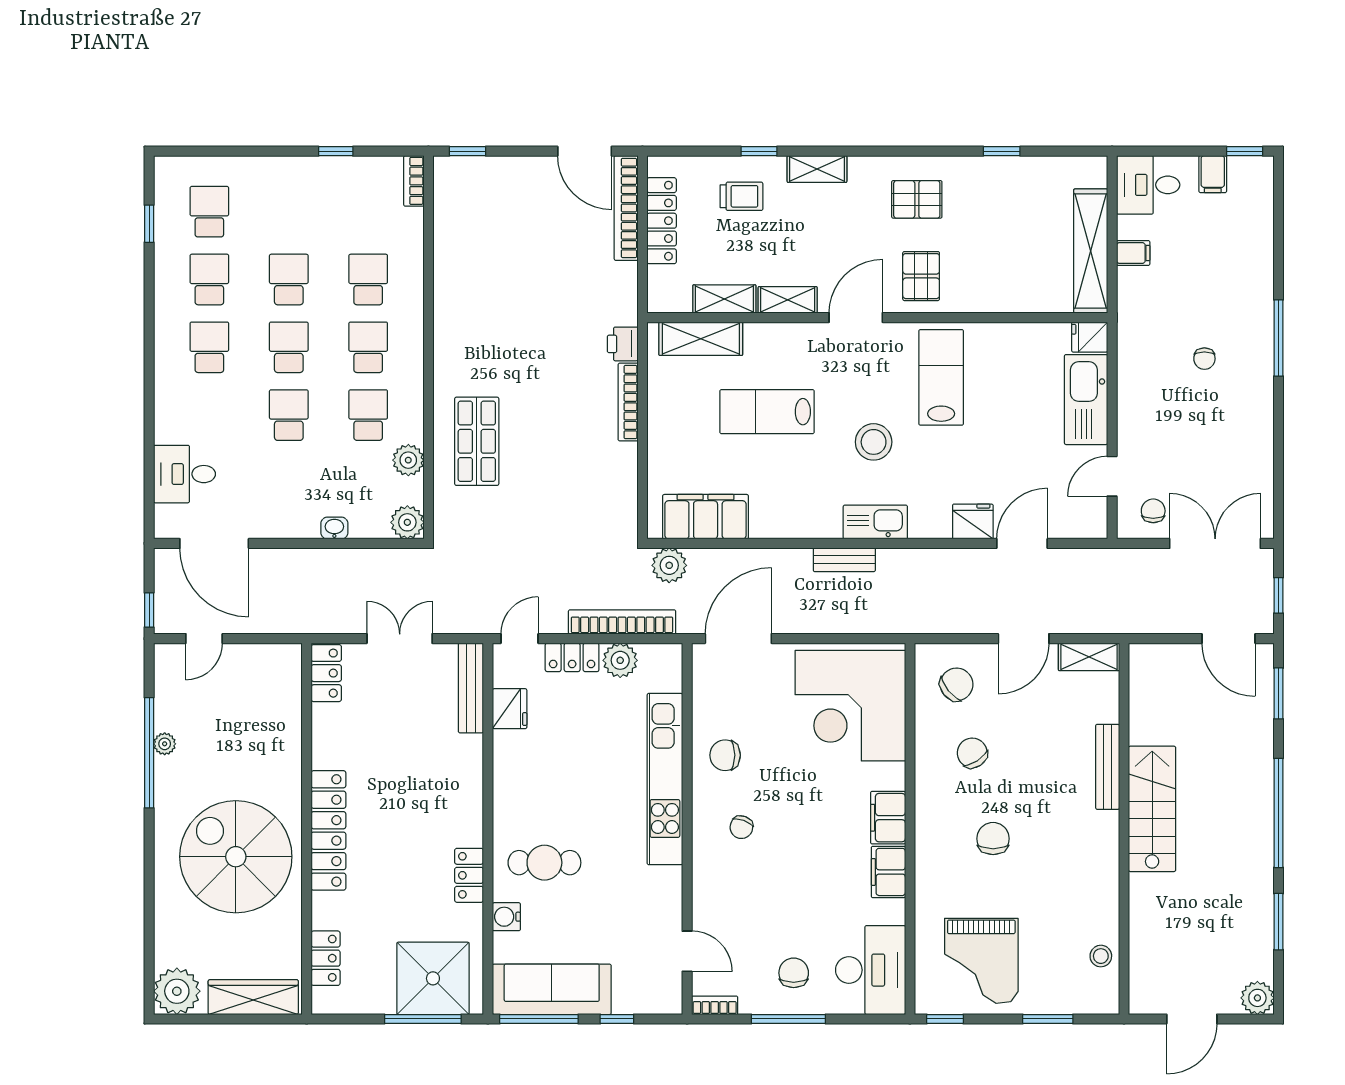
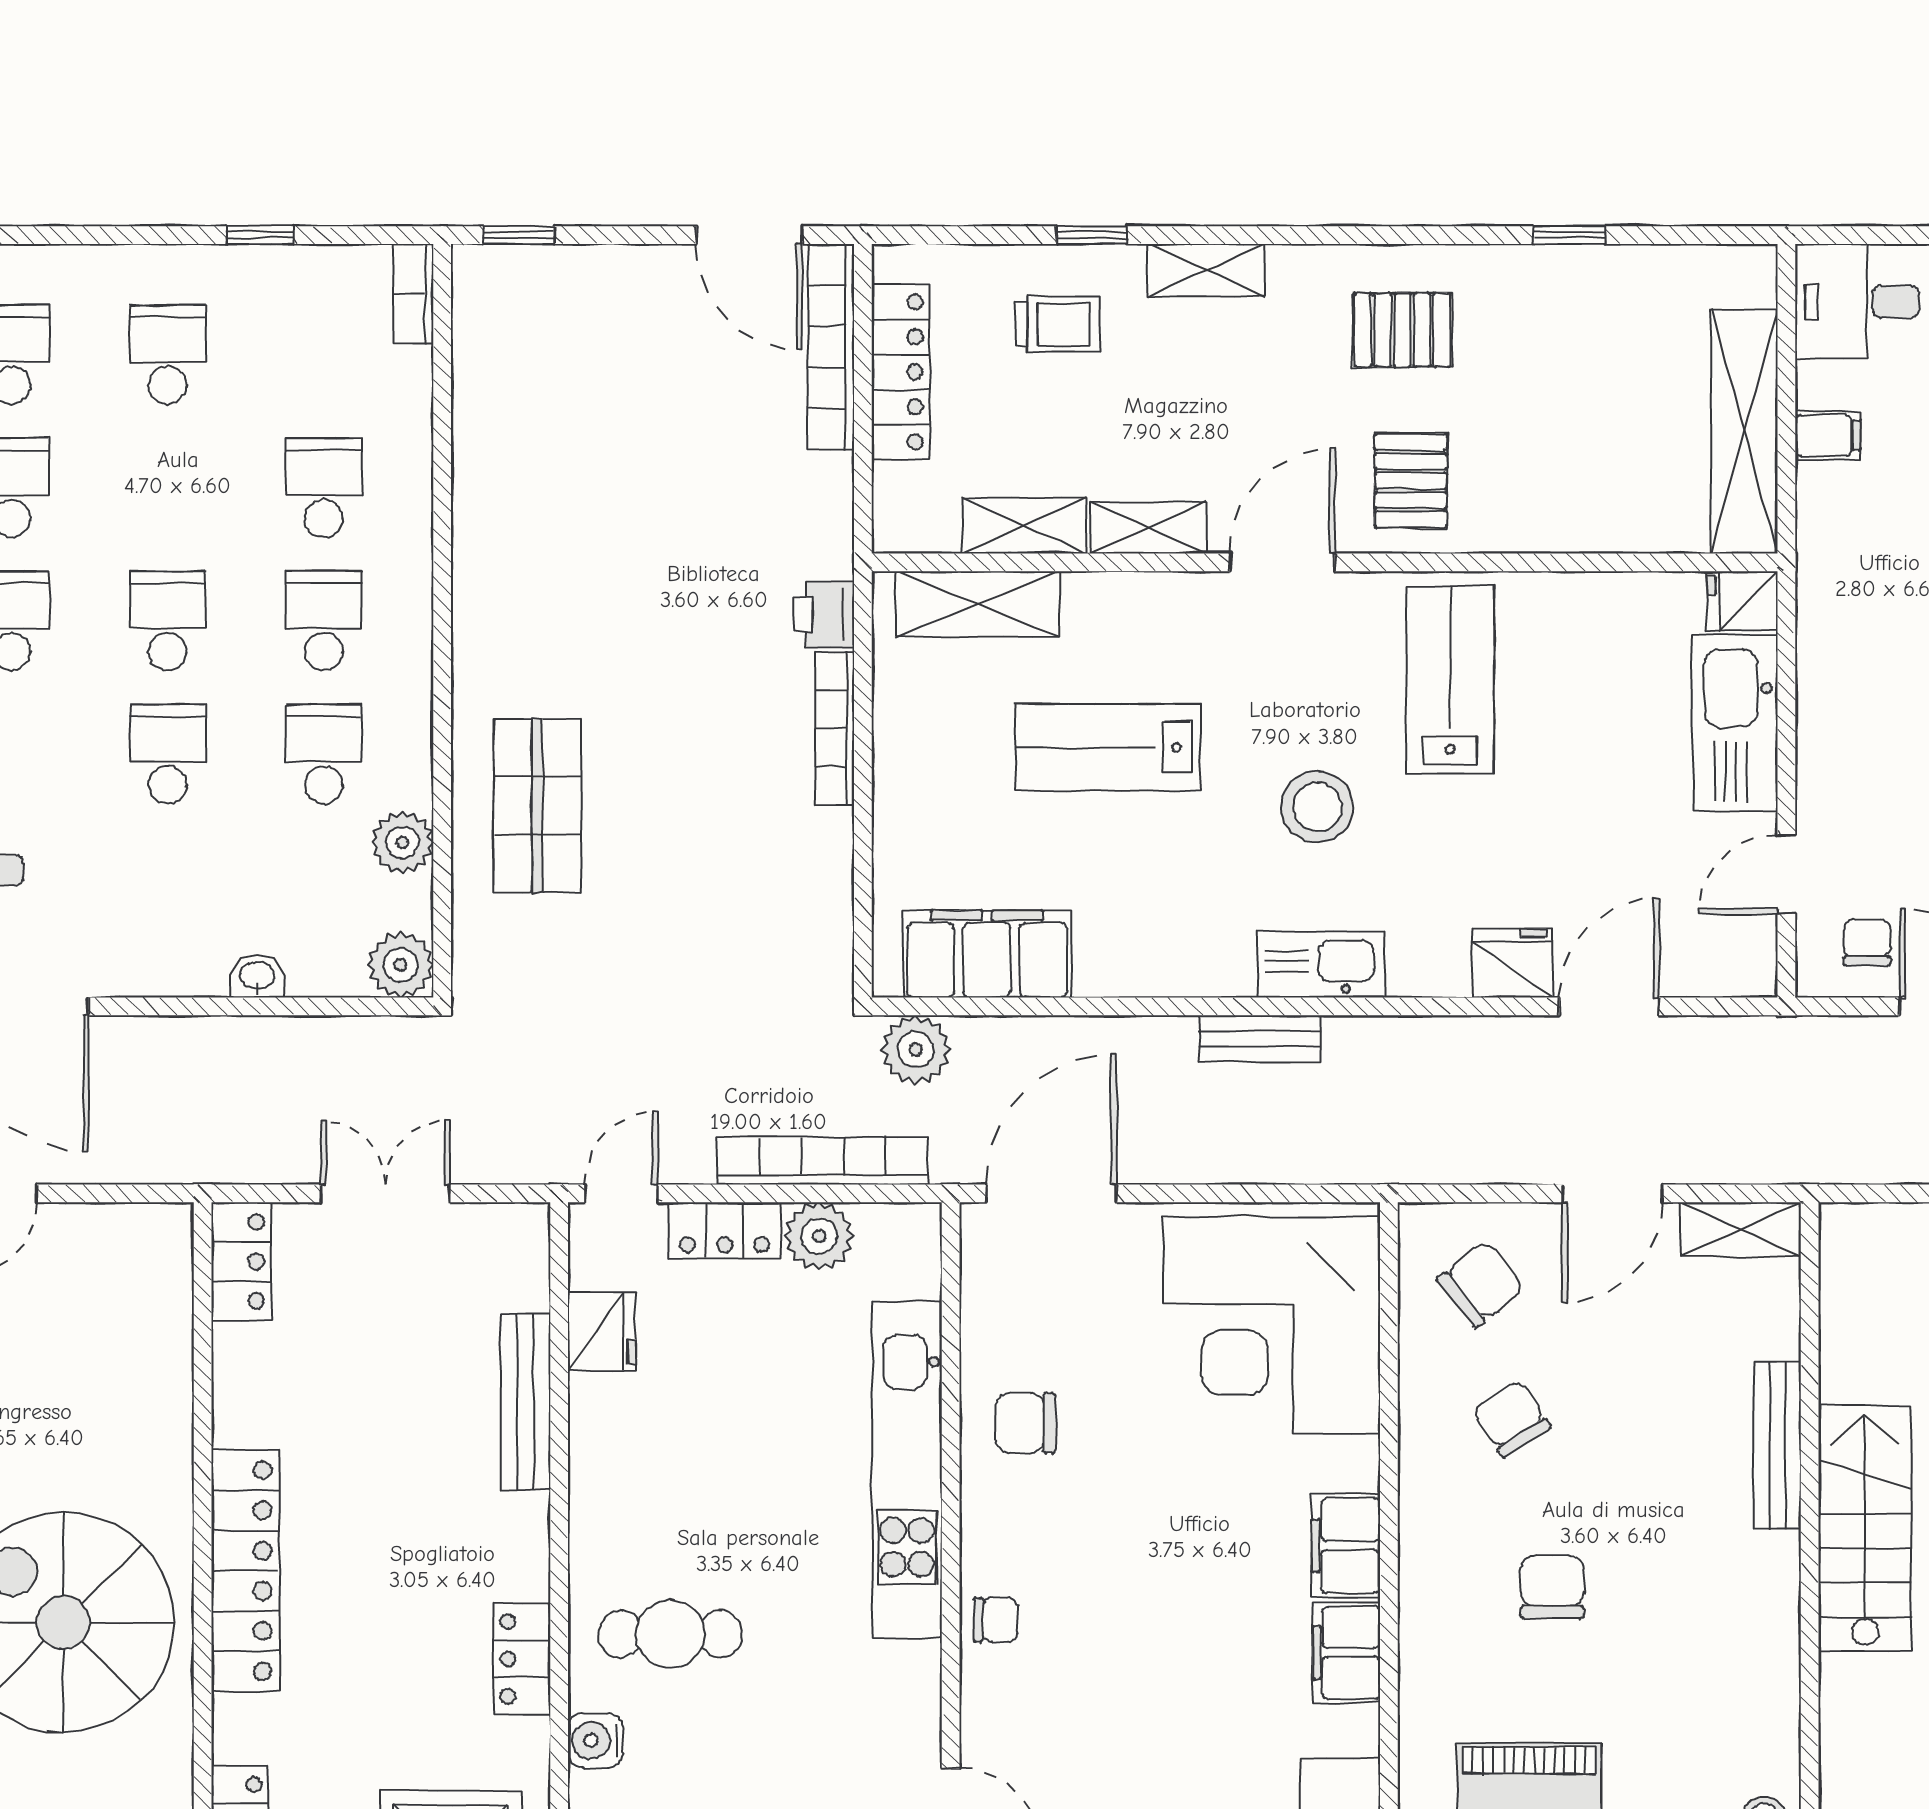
school desk: (289, 280) -> (168, 354), moved
bench: (471, 688) -> (526, 1402), moved
chair: (741, 827) -> (996, 1620), moved, turned -110

